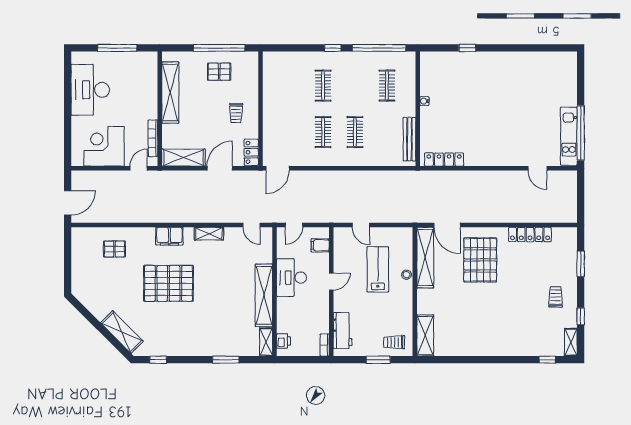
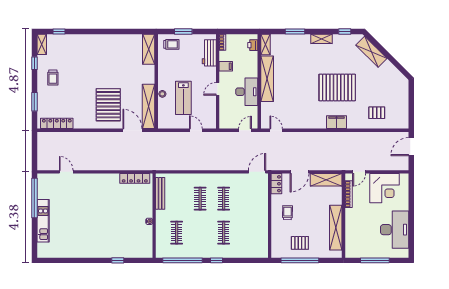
kitchen unit: (569, 136) -> (43, 221), moved
shelving: (209, 234) -> (321, 39), moved
locker: (530, 234) -> (57, 123), moved
filing cabinet: (320, 245) -> (226, 66), moved

